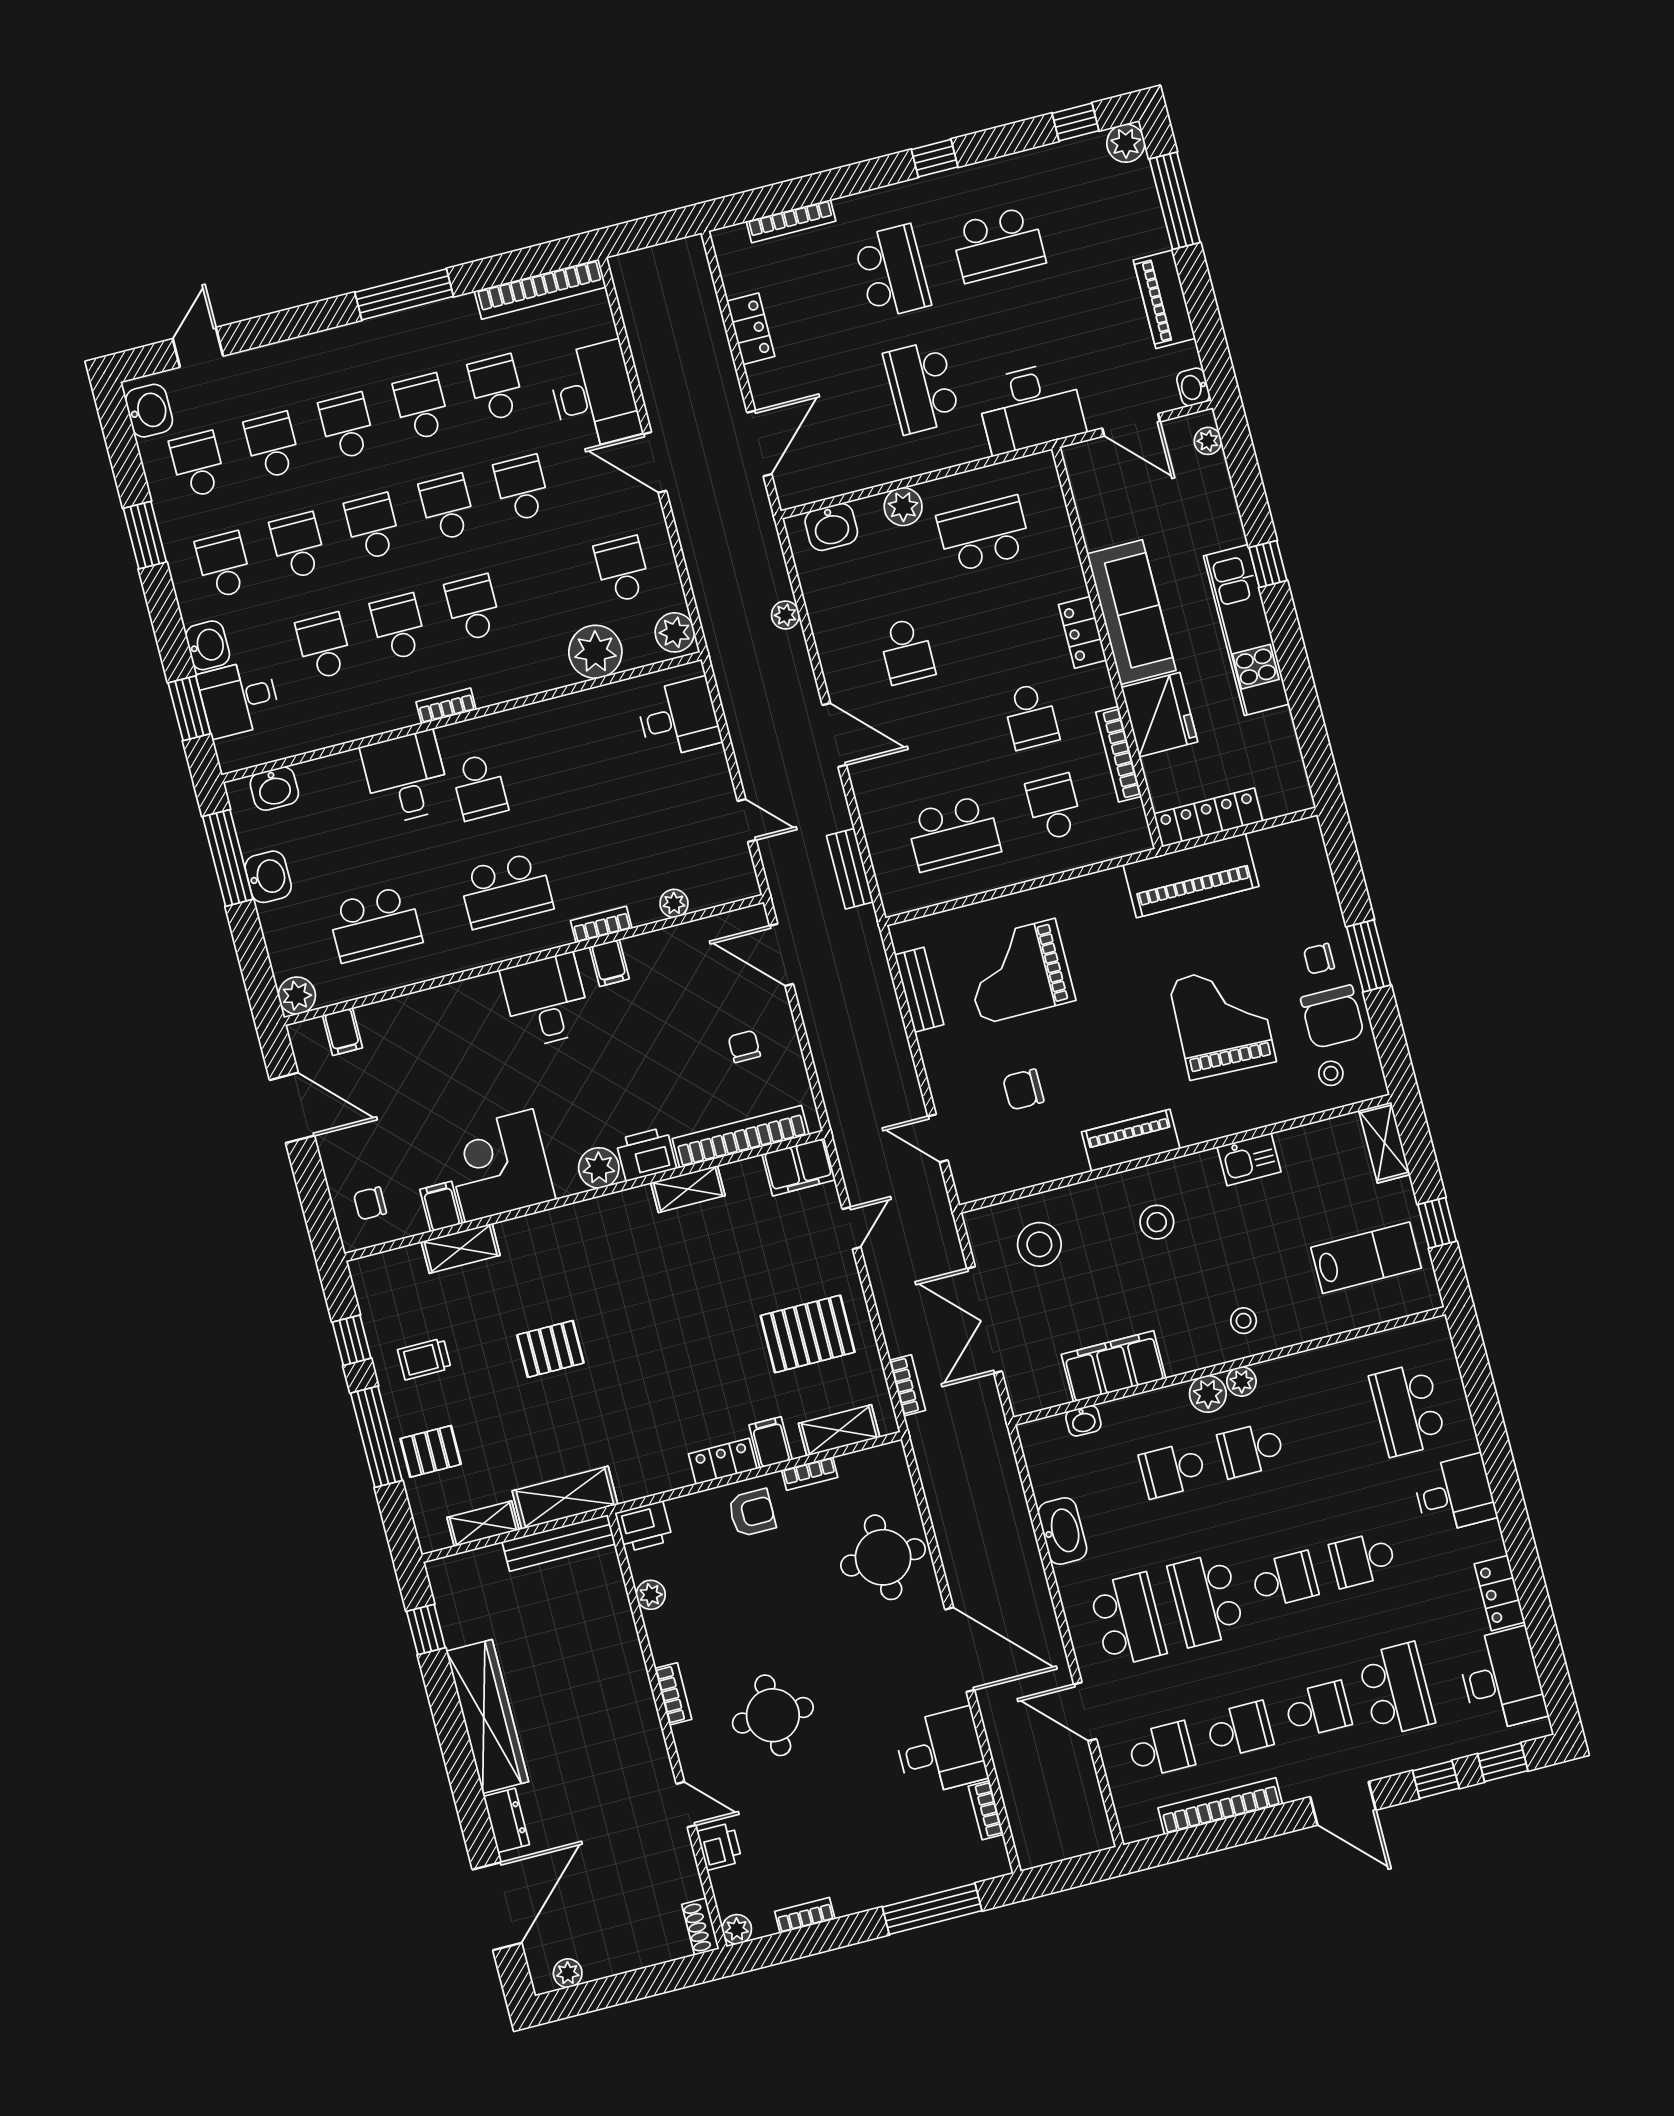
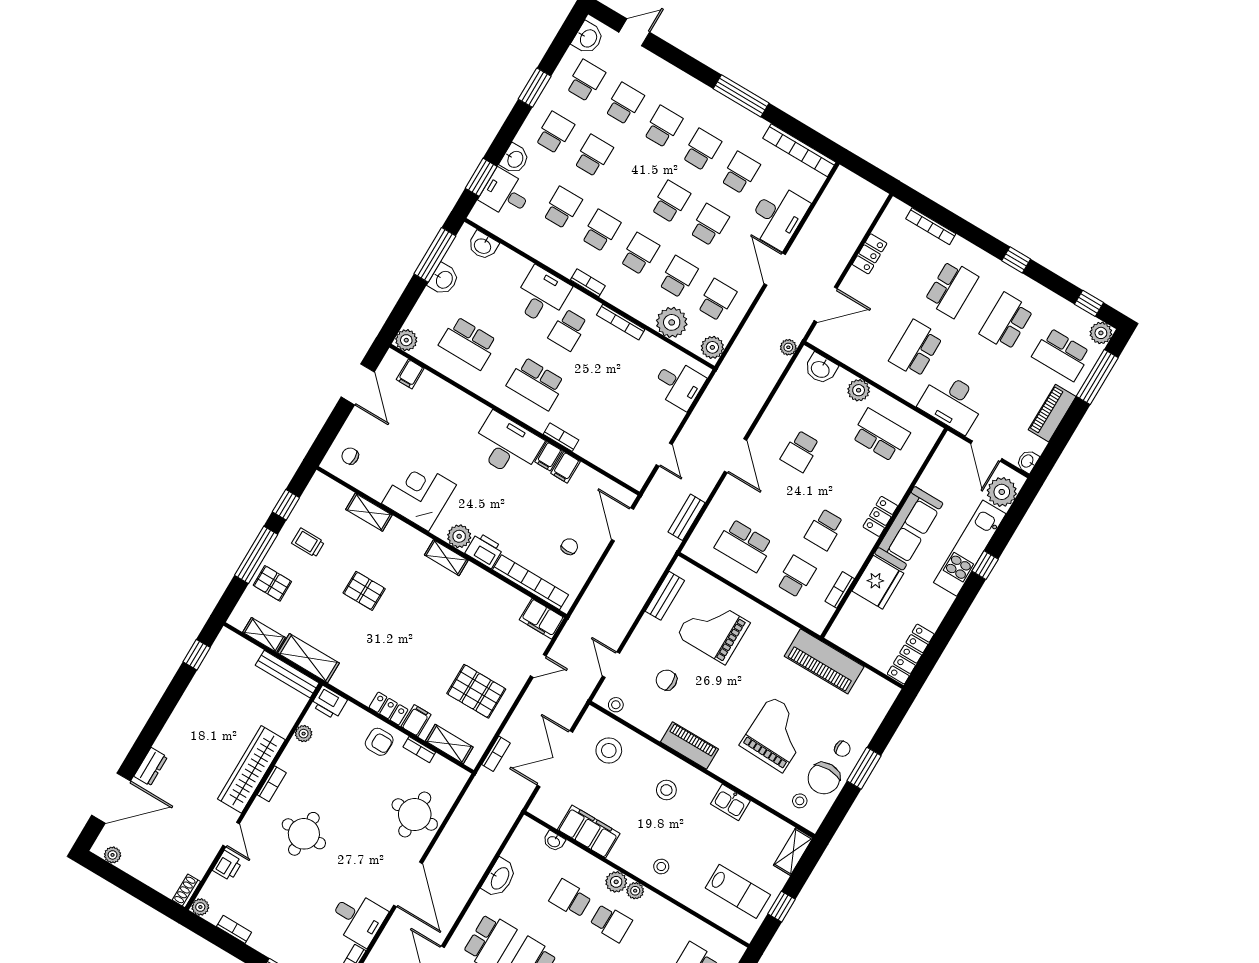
school desk: (1104, 217) -> (1061, 354), added
school desk: (998, 244) -> (1006, 322), turned 90
plant: (1208, 441) -> (1002, 492), width x1.88, depth x1.88
school desk: (373, 527) -> (678, 277), moved
plant: (785, 615) -> (788, 347), moved
kitchen unit: (1246, 630) -> (970, 548), moved
bookcase: (534, 713) -> (621, 322), added
bookcase: (1119, 754) -> (840, 590), width x0.64
locker: (1208, 818) -> (911, 654), moved, turned -90
plant: (674, 903) -> (600, 459), removed
chair: (1319, 959) -> (842, 749), turned 180
desk: (546, 1001) -> (507, 446), width x1.37
stool: (992, 1181) -> (616, 705), added
shelving: (688, 1189) -> (446, 558), moved
filing cabinet: (441, 1207) -> (565, 467), moved, turned 180
school desk: (1251, 1450) -> (611, 923), turned 180
wardrobe: (487, 1716) -> (251, 769), moved, turned 180

